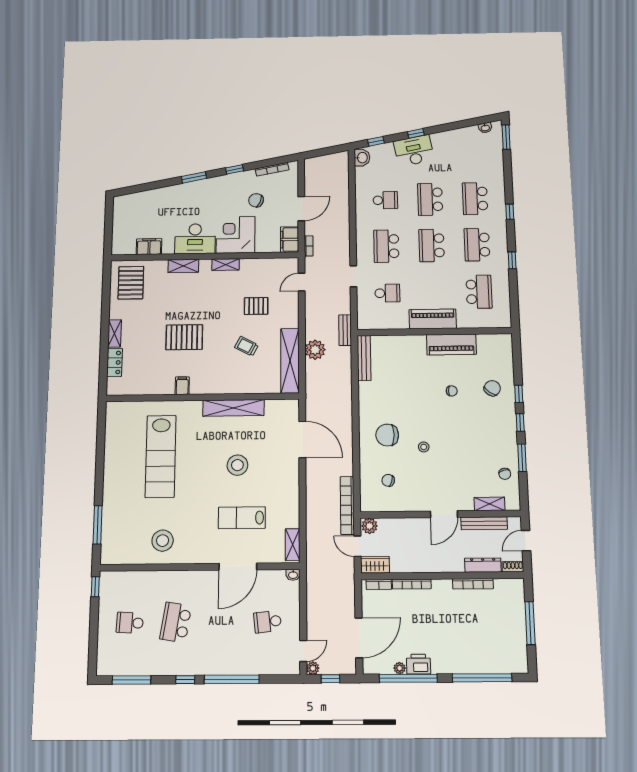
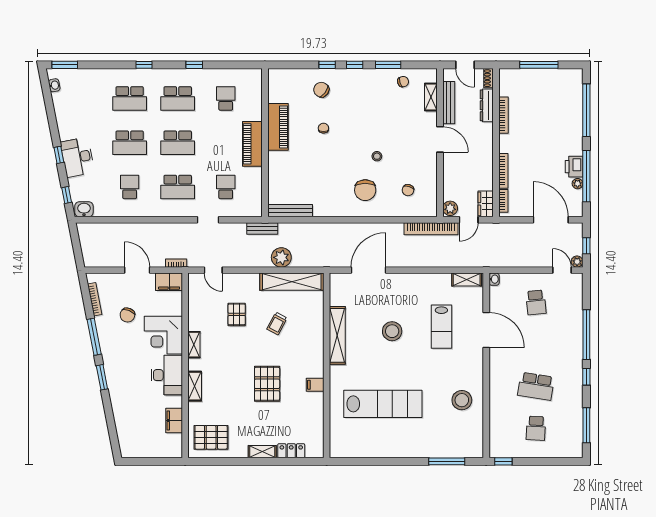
window: (235, 169) -> (94, 337), width x2.17
school desk: (479, 292) -> (226, 98), width x0.54

